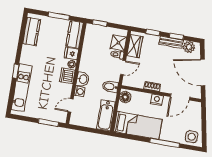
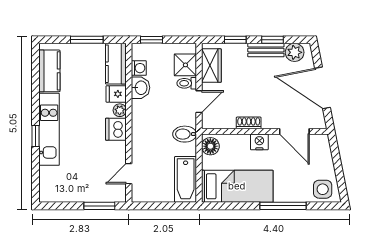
washbasin: (83, 79) -> (141, 88), moved
kitchen unit: (22, 88) -> (49, 129), moved
washing machine: (79, 91) -> (139, 68), moved
door: (180, 97) -> (294, 131), hinge flipped

